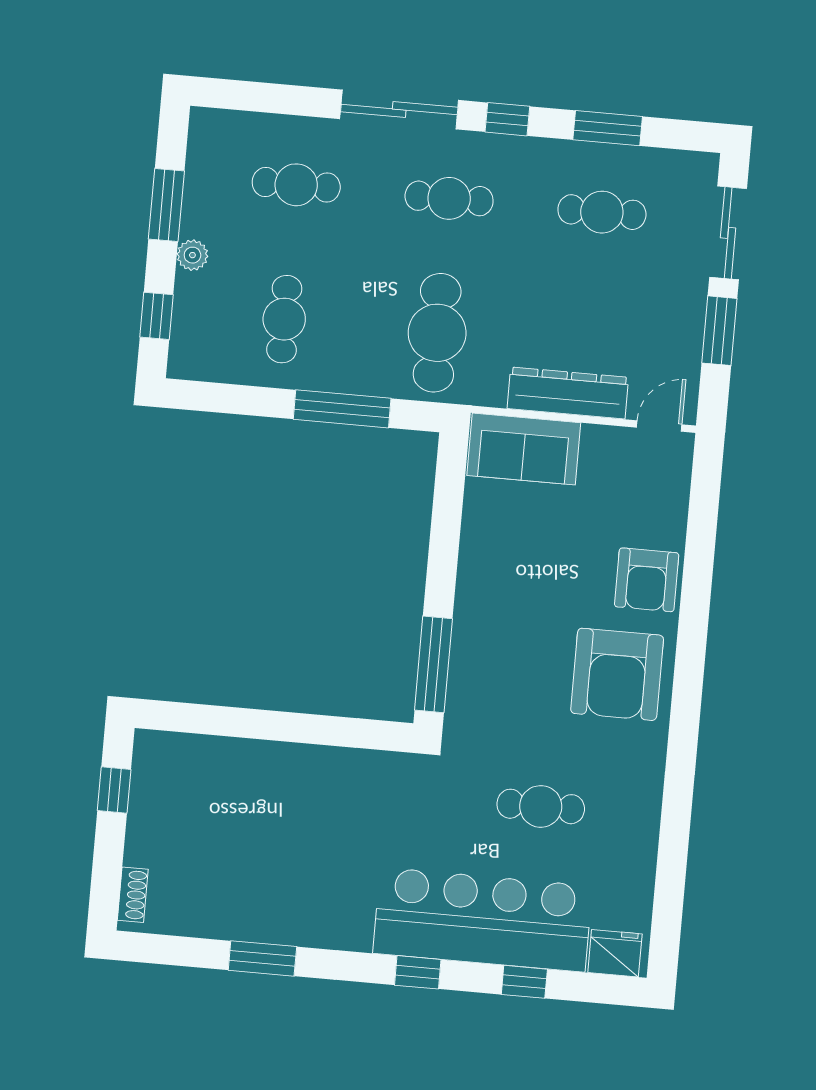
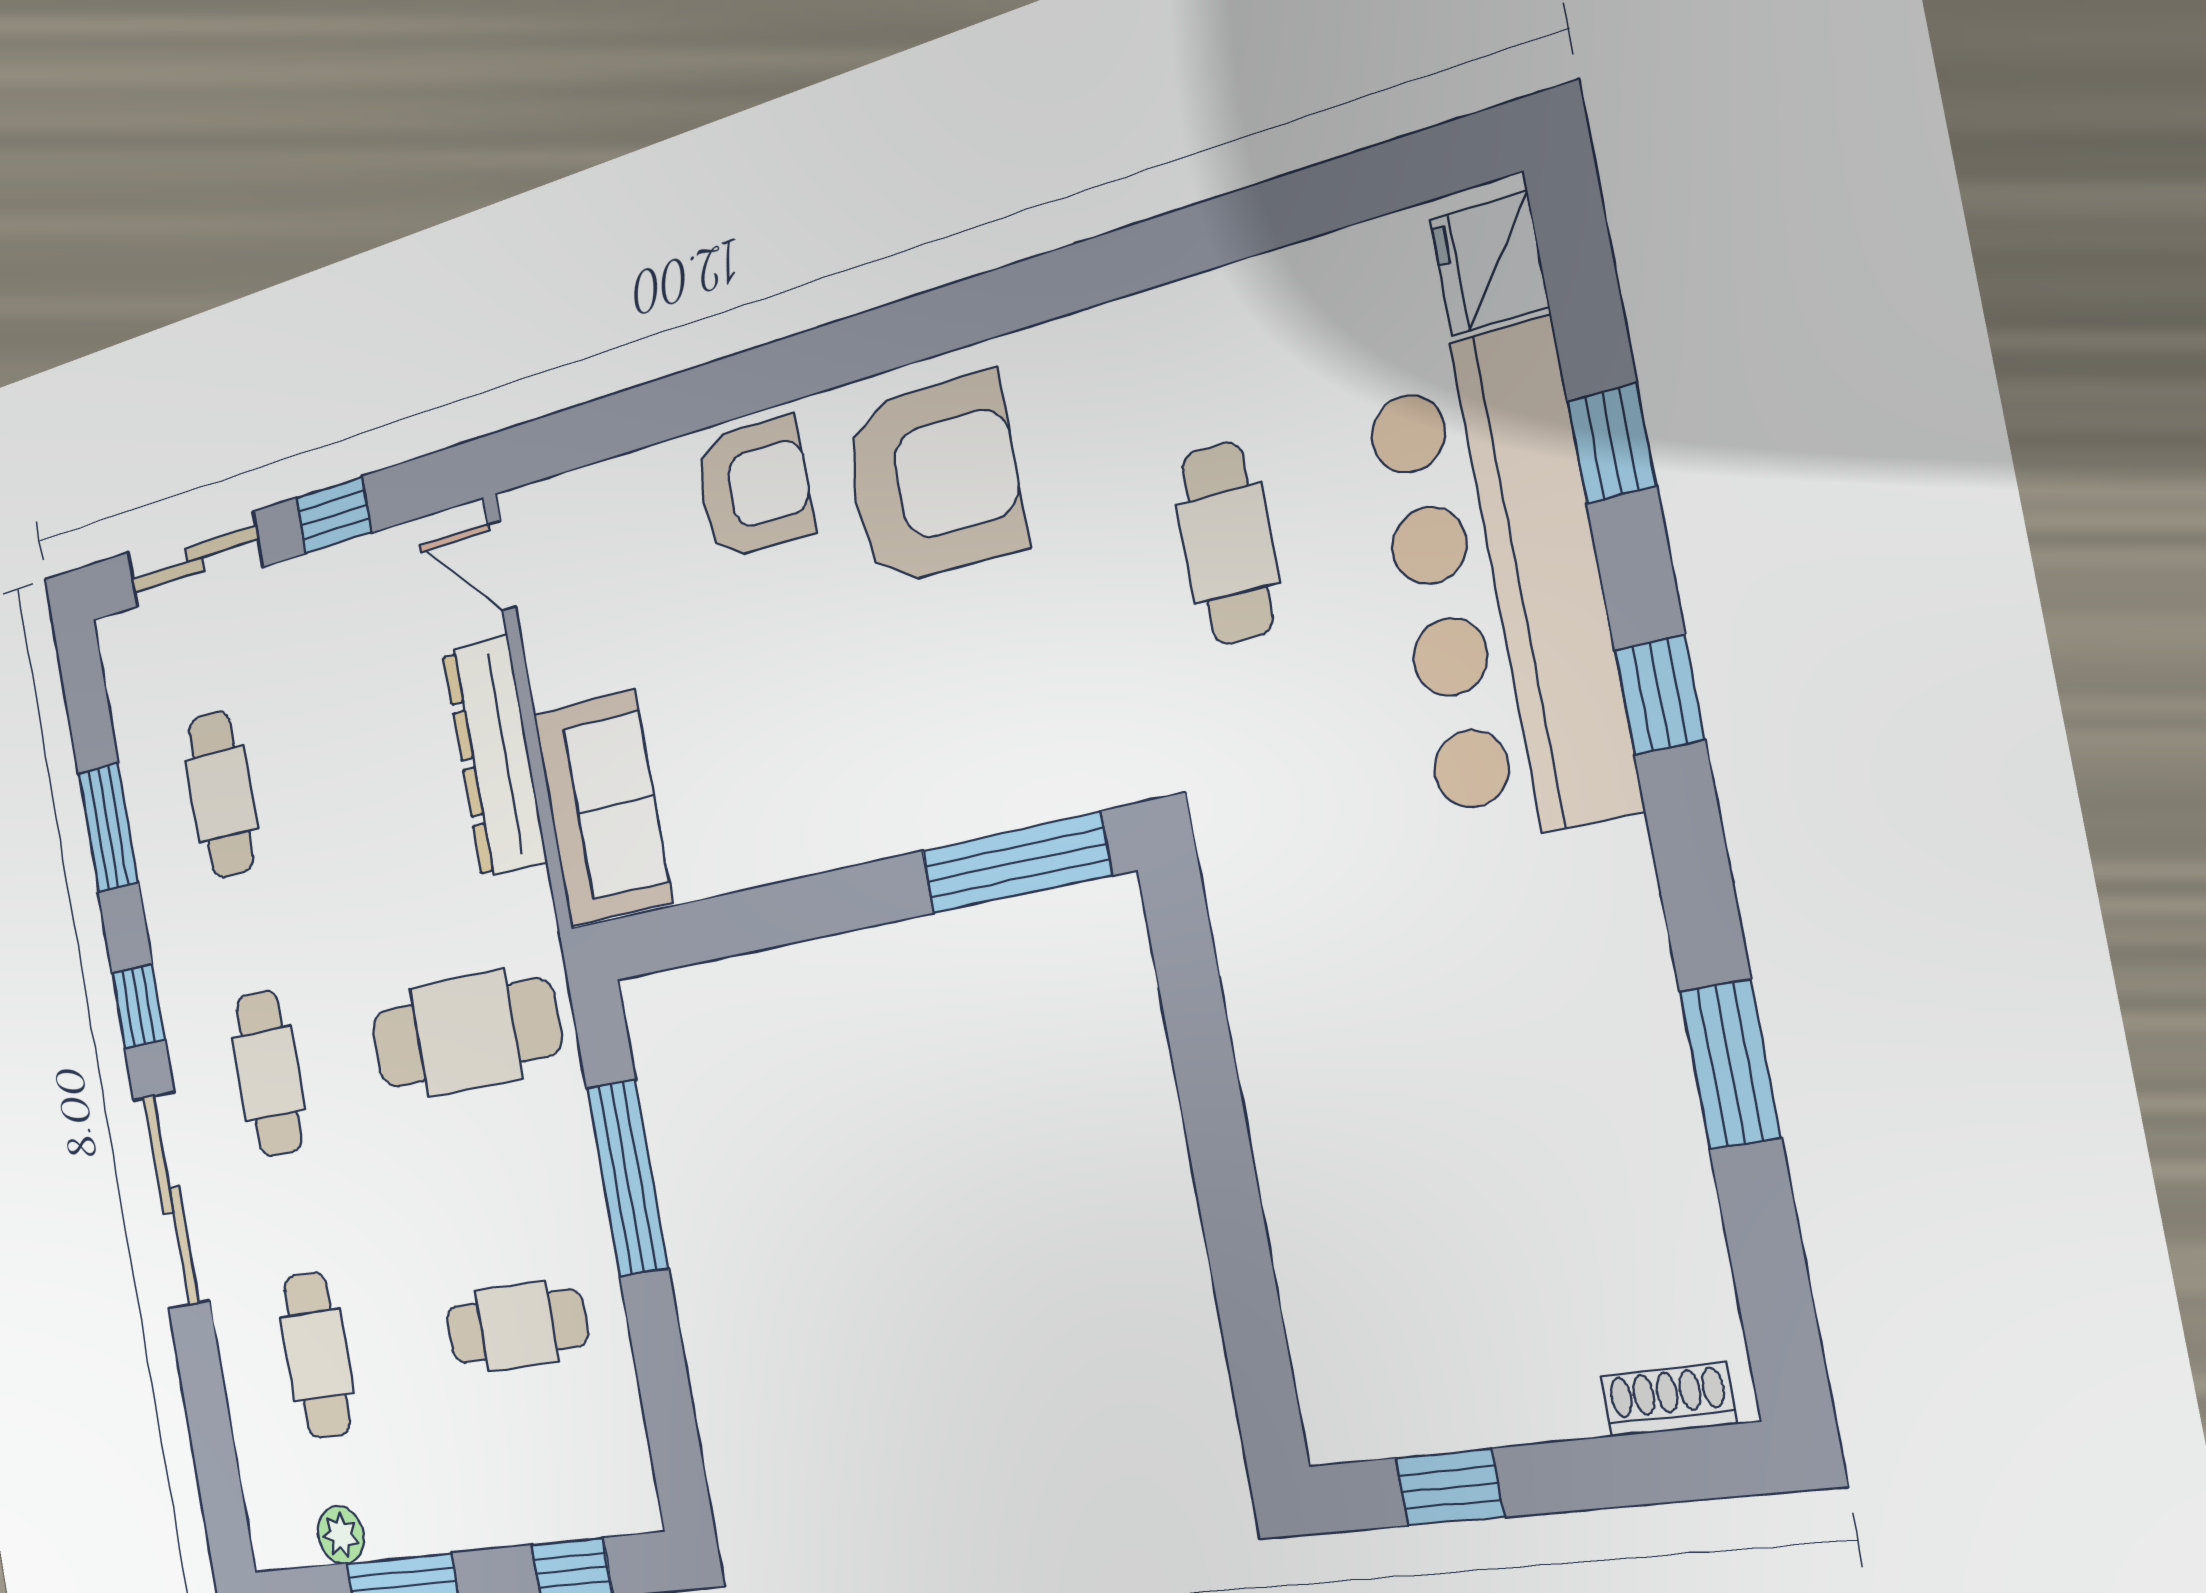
plant: (192, 255) -> (341, 1535), moved
window: (719, 331) -> (334, 515), width x0.67

